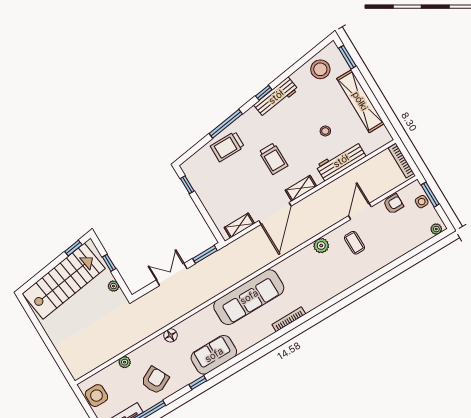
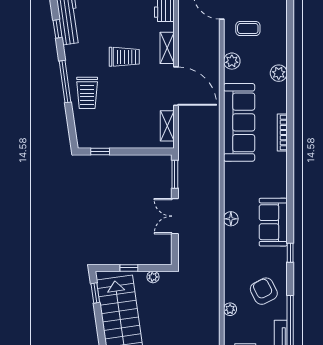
plant: (334, 288) -> (279, 73), added
sofa: (249, 297) -> (239, 122), moved
floor lamp: (171, 335) -> (231, 219), moved

